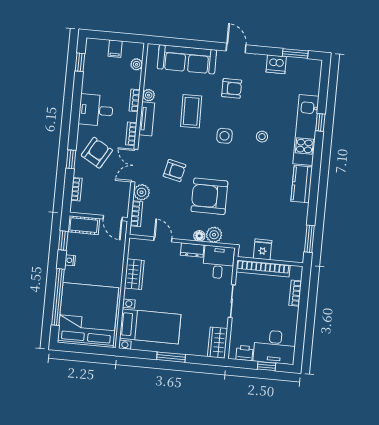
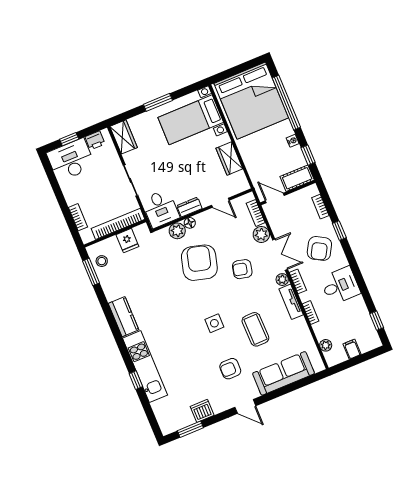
plant: (149, 95) -> (282, 280), moved
stool: (262, 137) -> (102, 261), moved
armchair: (209, 196) -> (199, 263), turned -75

